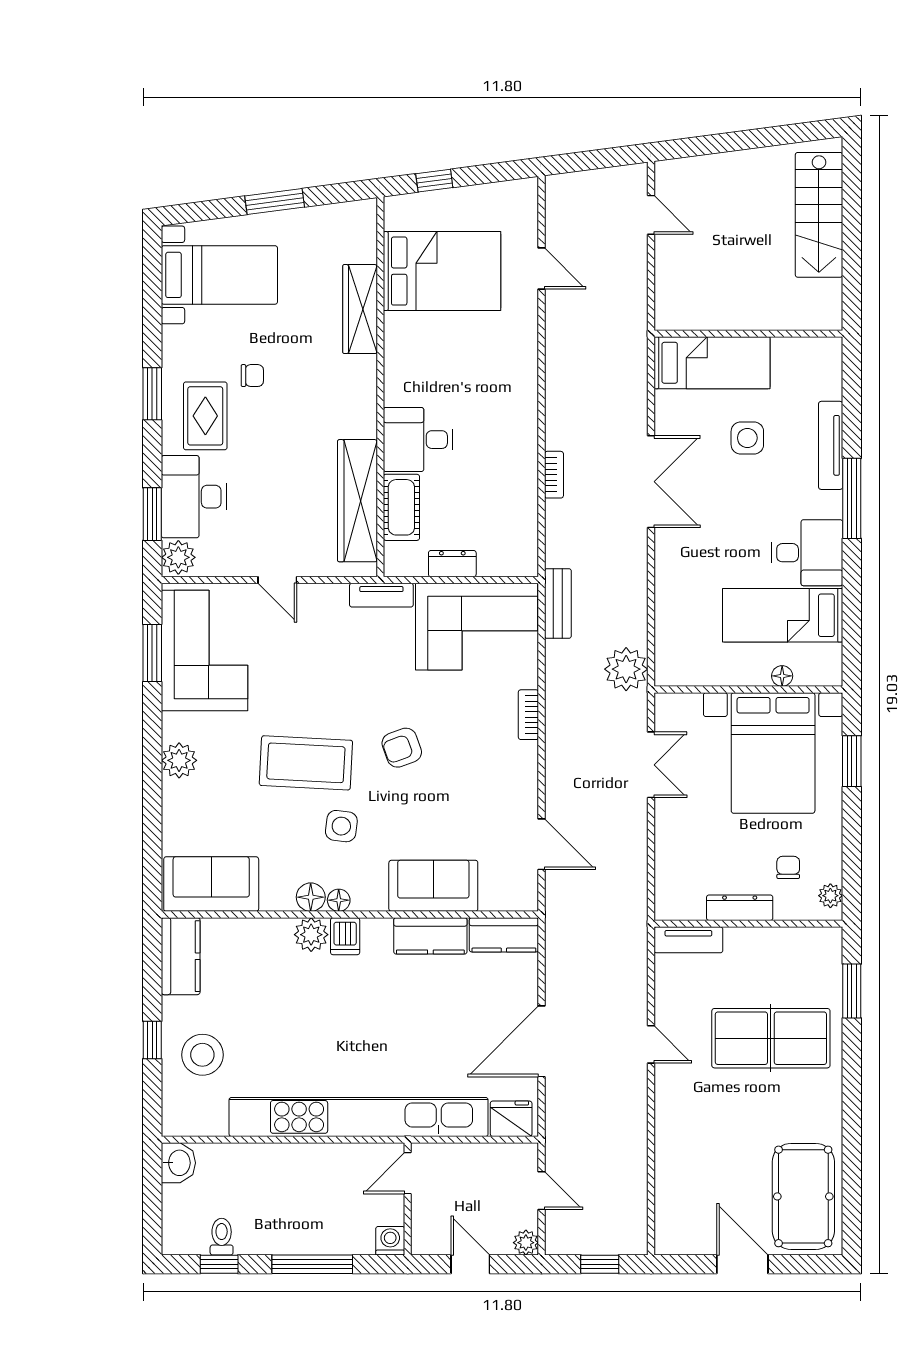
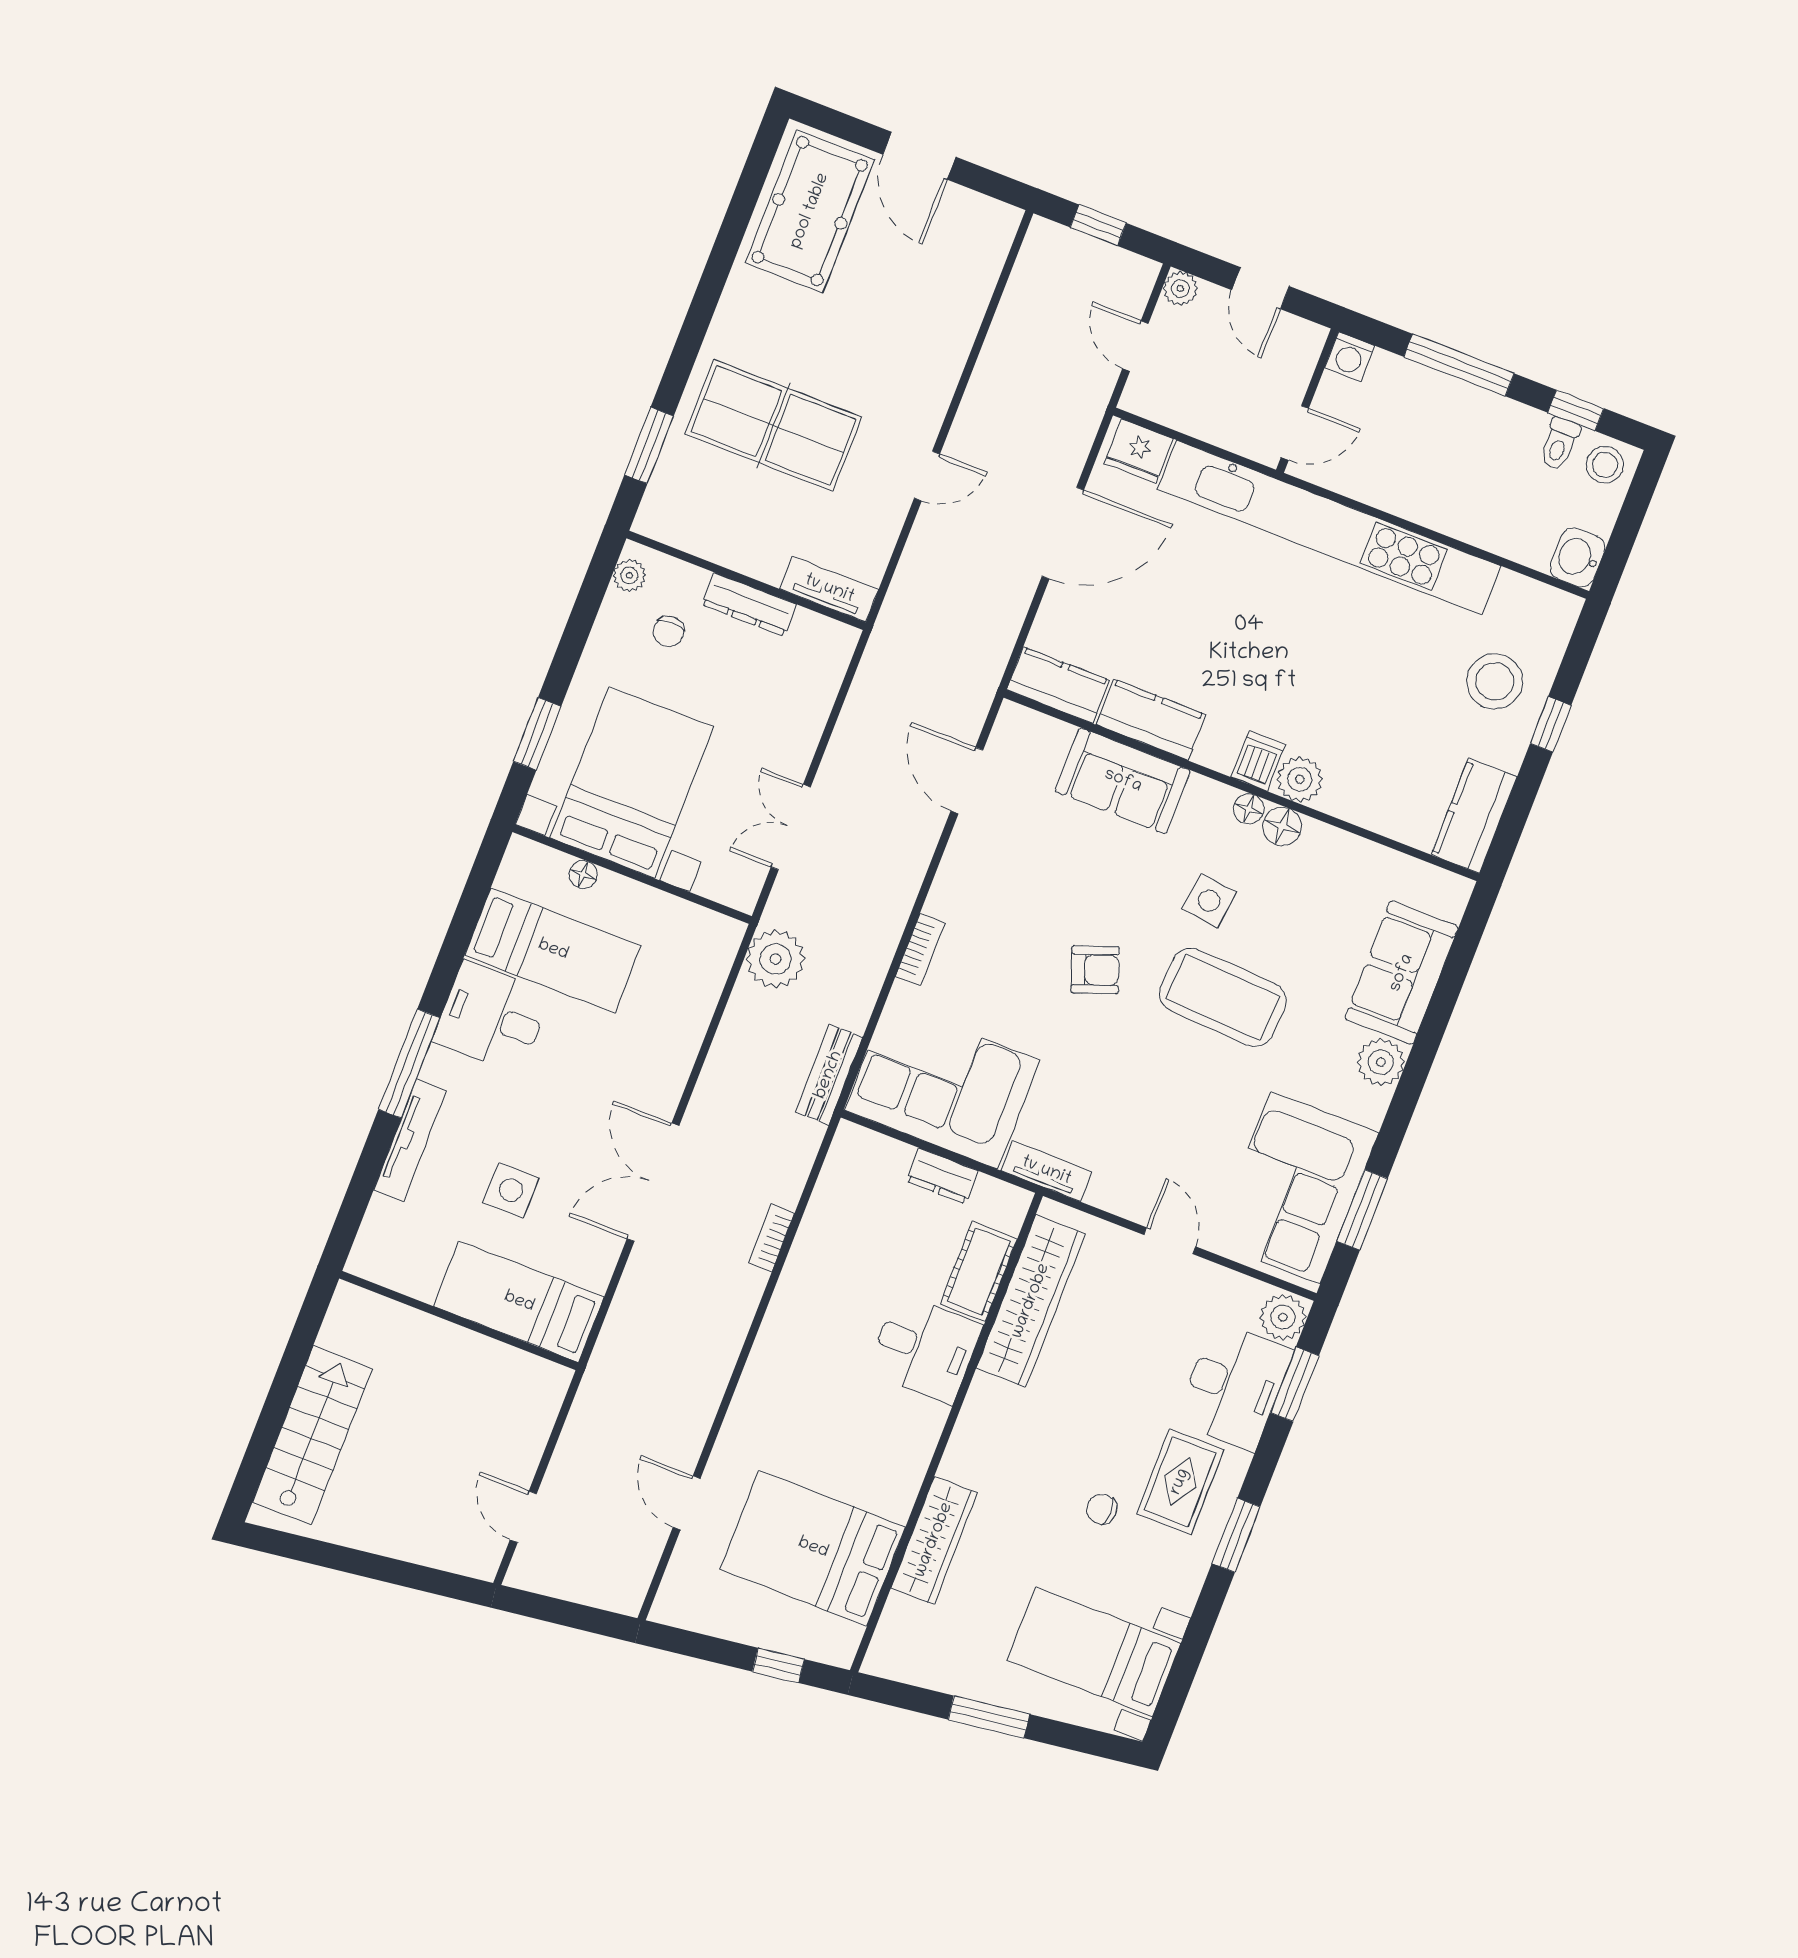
sofa: (211, 884) -> (1402, 973), moved, turned 90
door: (651, 1044) -> (927, 476), swing flipped
stool: (184, 1235) -> (1605, 465), added

